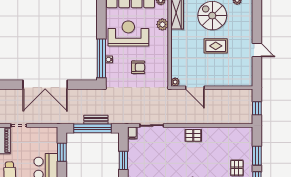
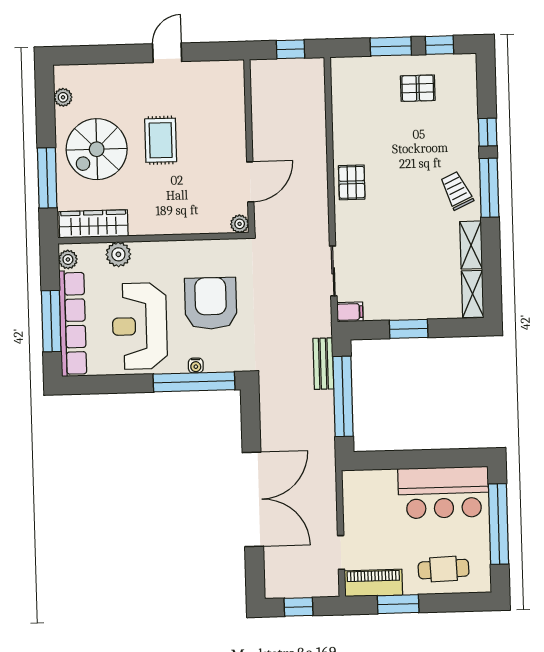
armchair: (138, 67) -> (211, 303), width x1.88, depth x1.88
bench: (96, 120) -> (323, 364), moved
window: (62, 152) -> (395, 460), removed

